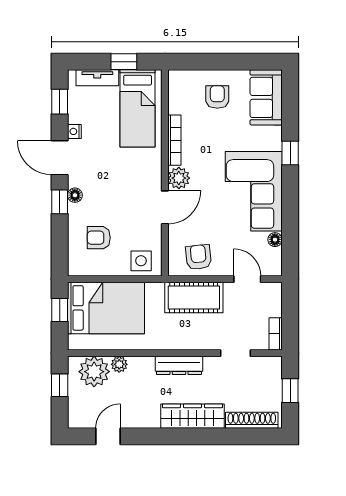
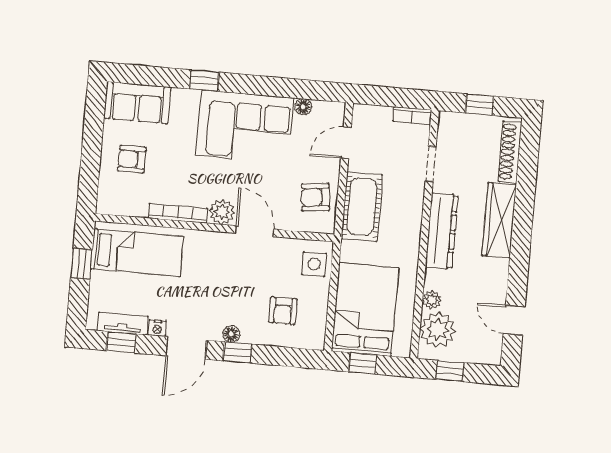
tv unit: (97, 78) -> (123, 324), moved, turned -90
dresser: (179, 365) -> (442, 231), width x1.37, depth x1.24

